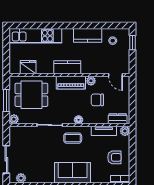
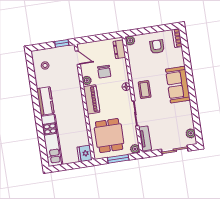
kitchen counter: (88, 35) -> (45, 101), moved
window: (133, 43) -> (62, 43), moved
fridge: (28, 67) -> (85, 153), moved
kitchen counter: (67, 67) -> (77, 105), removed
door: (116, 75) -> (78, 58), hinge flipped
tv unit: (104, 131) -> (145, 138), moved

